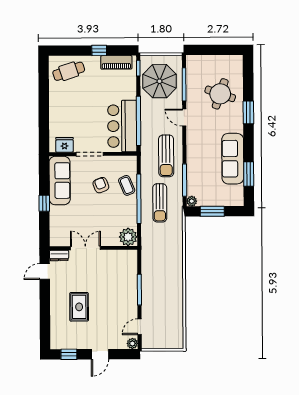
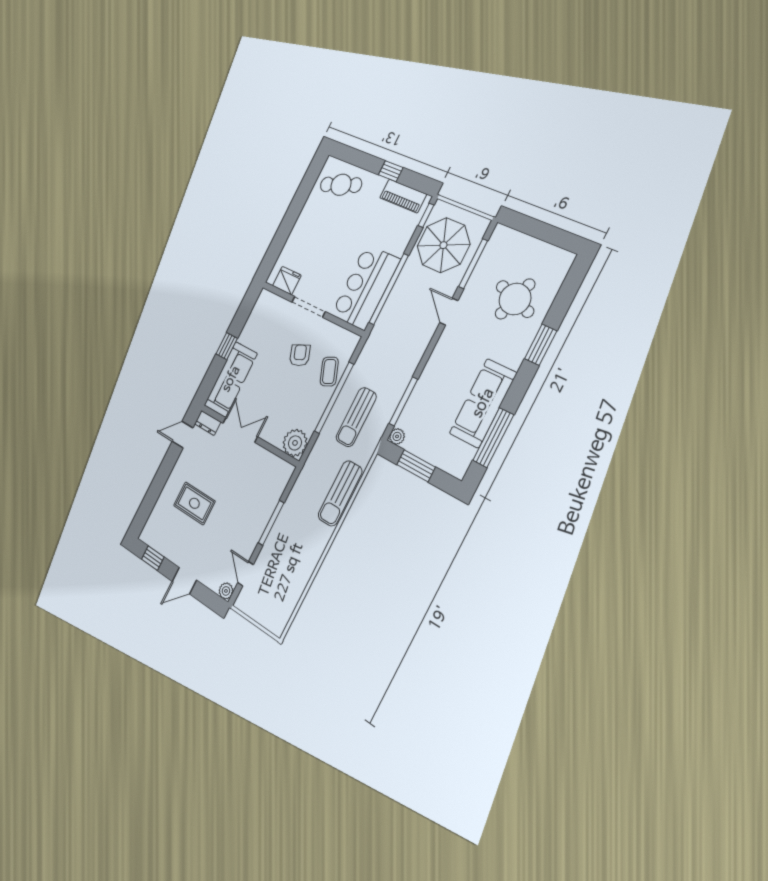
sun lounger: (166, 156) -> (340, 493), moved
window: (249, 174) -> (493, 438), width x1.44
sofa: (60, 181) -> (231, 379), moved
rug: (79, 307) -> (194, 503), turned 90
door: (140, 327) -> (246, 574), hinge flipped

